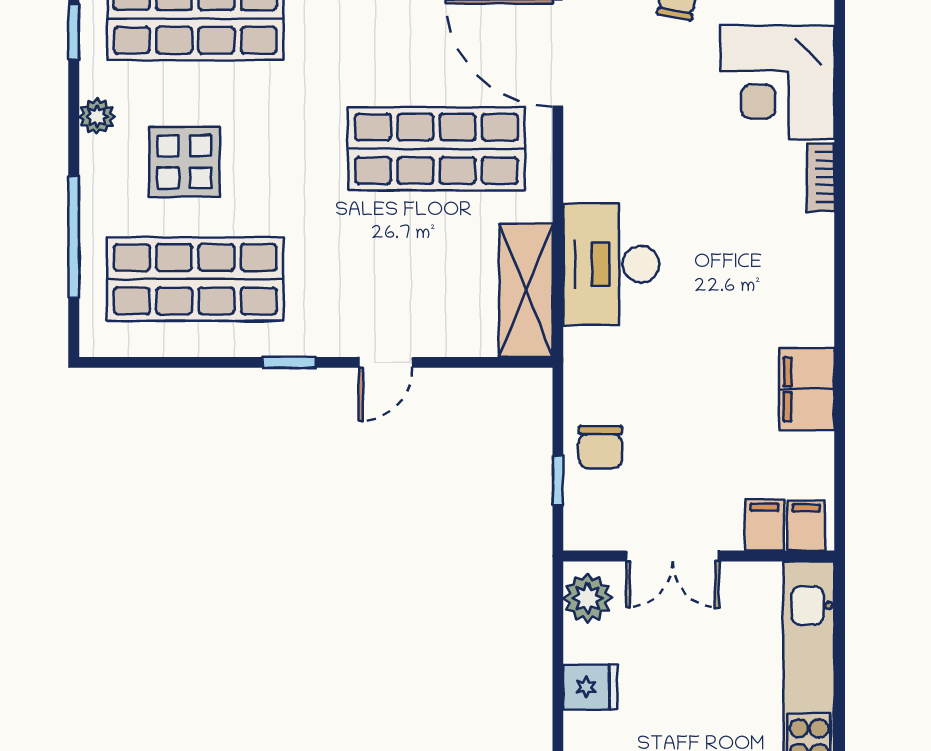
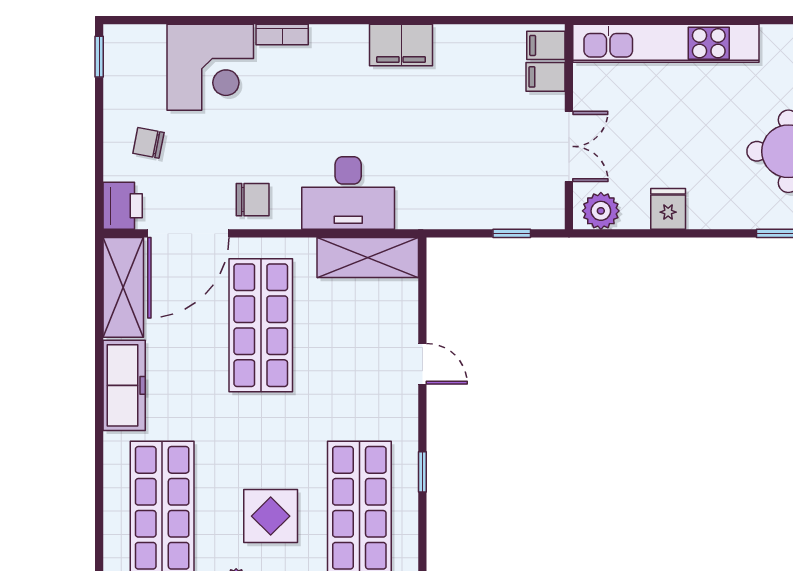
window: (289, 362) -> (422, 472), moved
filing cabinet: (807, 389) -> (401, 45), moved
chair: (600, 447) -> (253, 200), moved

